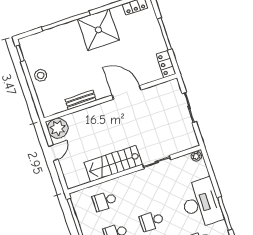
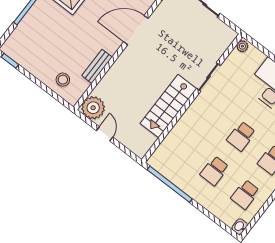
stool: (41, 75) -> (63, 80), moved
school desk: (105, 201) -> (184, 147), removed

